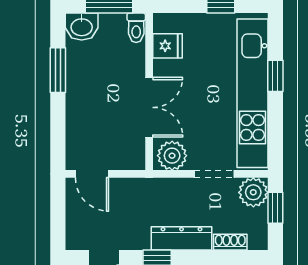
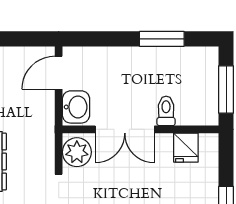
washbasin: (82, 27) -> (76, 107), moved, turned 180
toilet: (136, 28) -> (166, 111), moved, turned 90

